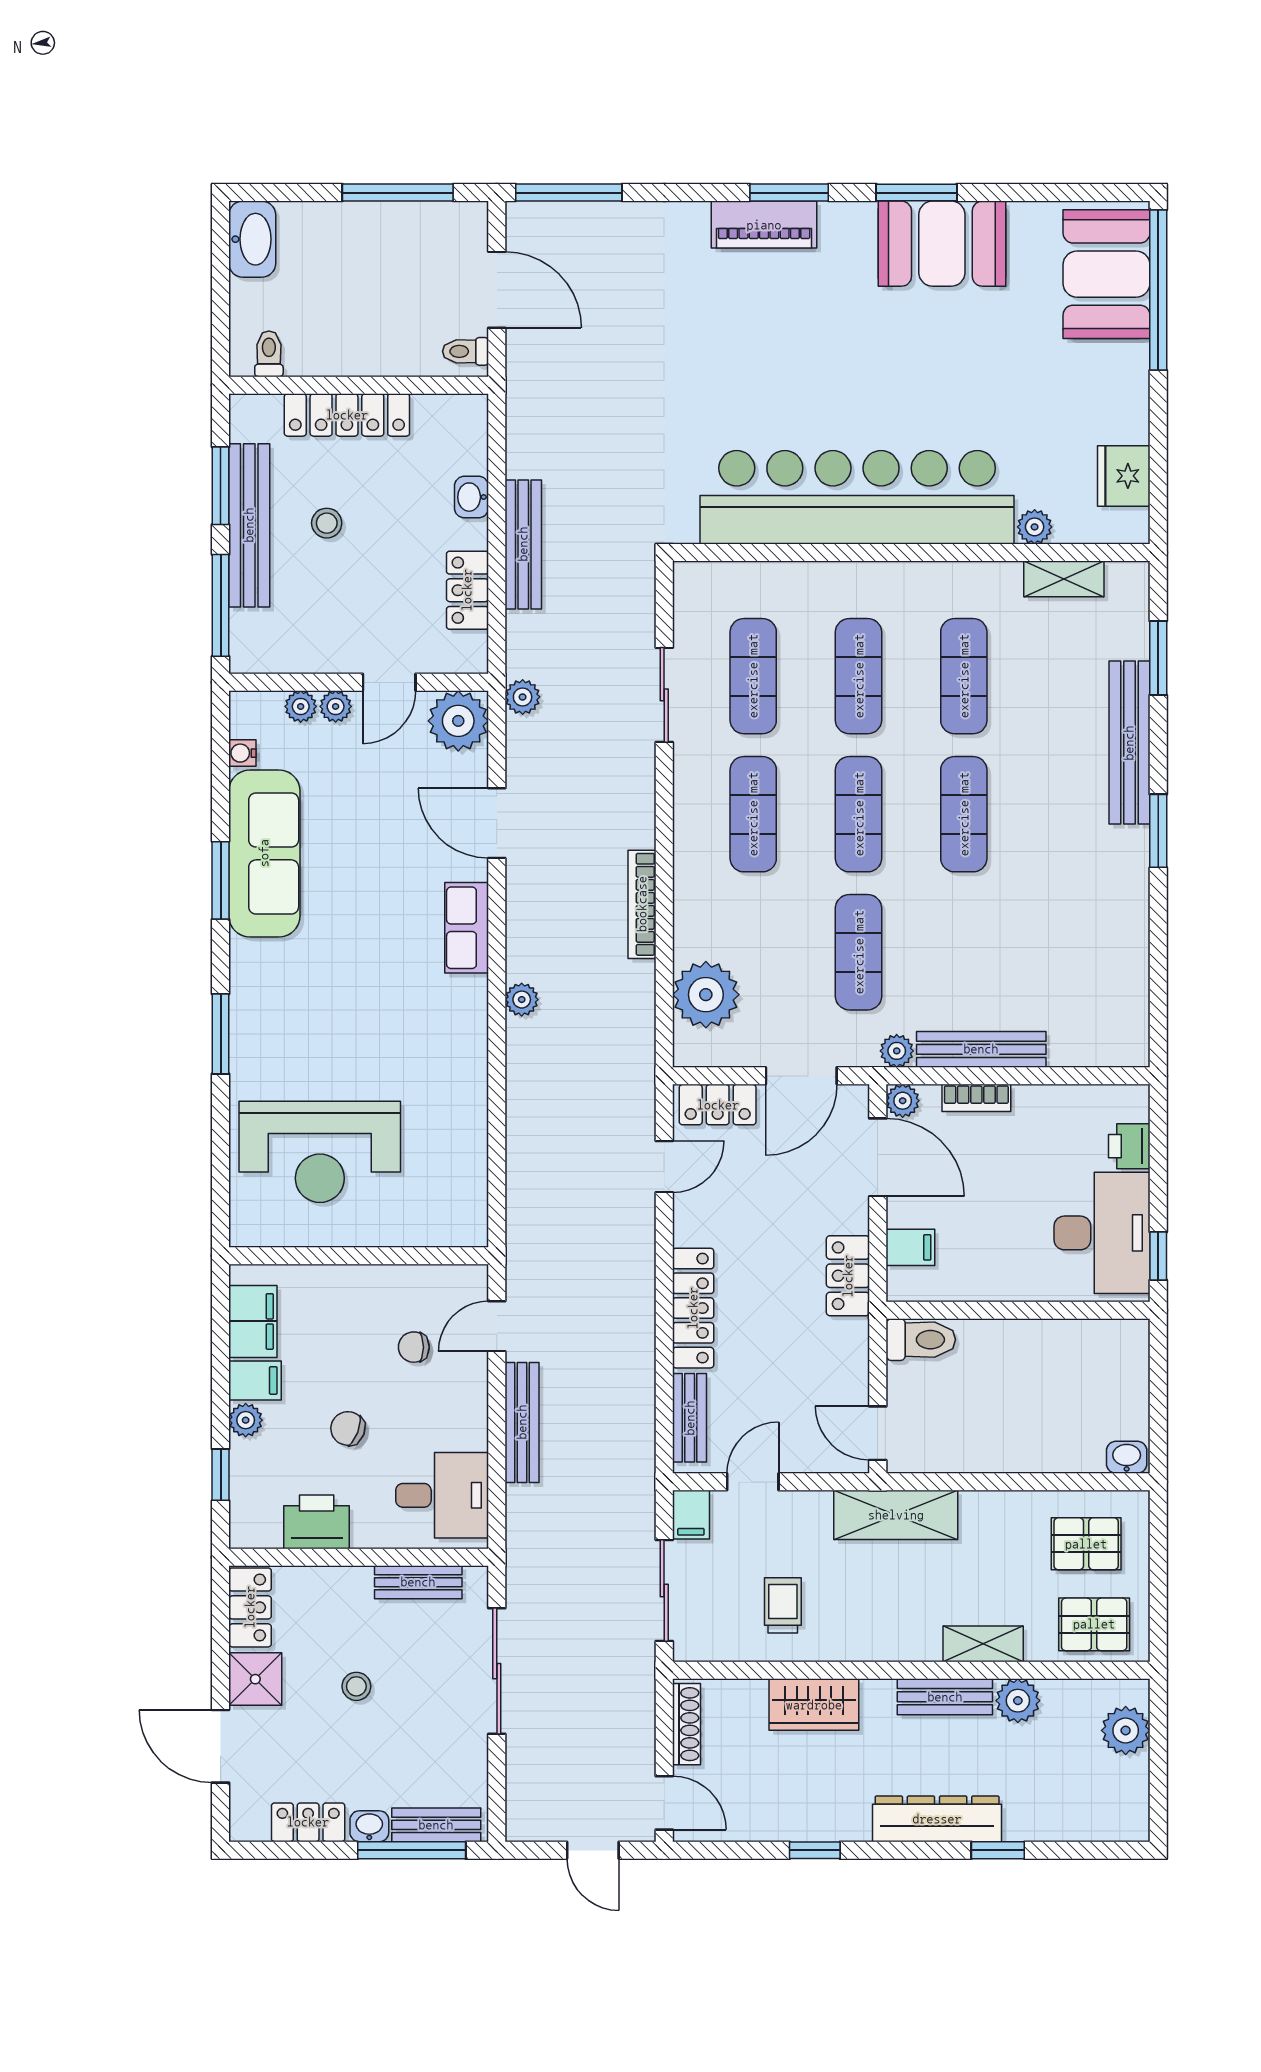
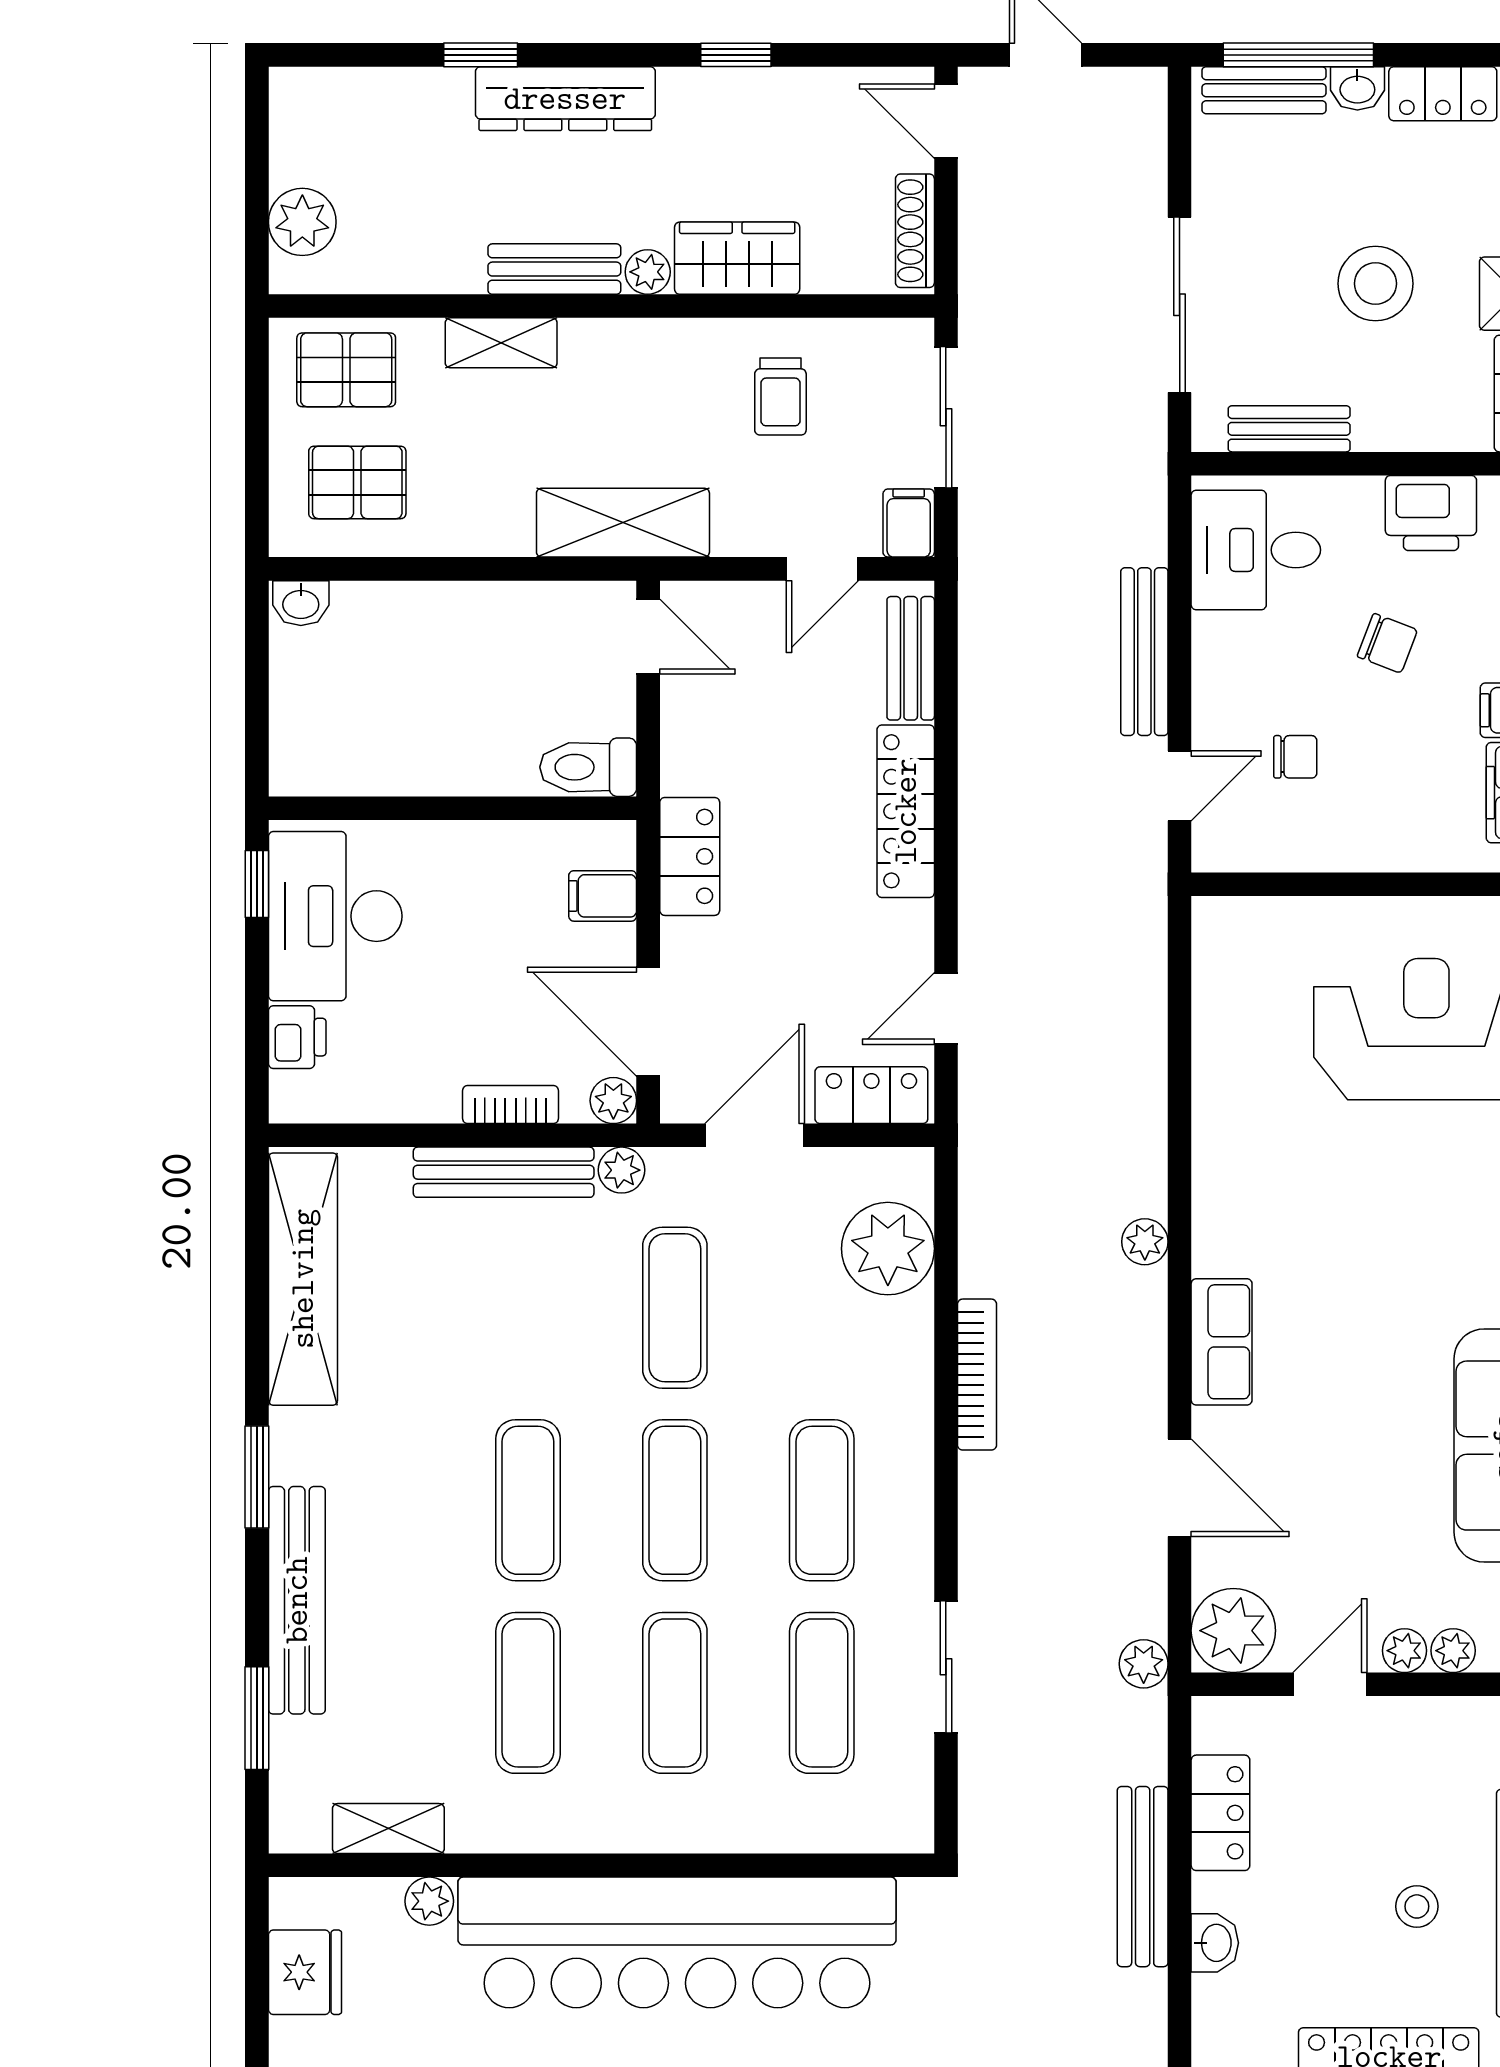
shelving: (1125, 973) -> (303, 1279), added
stool: (356, 1686) -> (1375, 284), width x1.89, depth x1.89
plant: (1018, 1701) -> (648, 272), moved, width x0.73, depth x0.73

